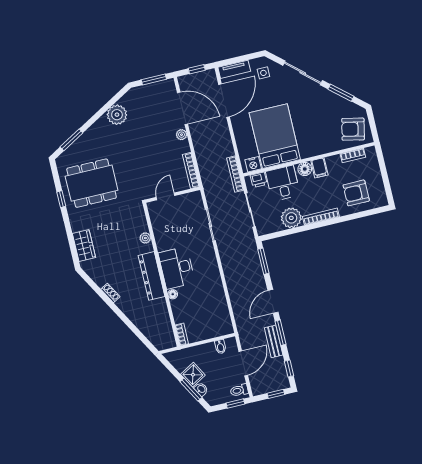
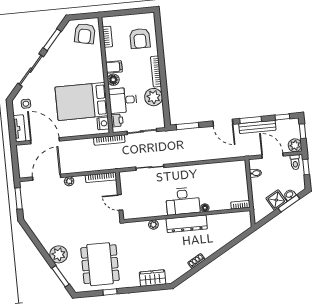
window: (197, 69) -> (15, 160), removed
plant: (117, 115) -> (59, 254), moved
bench: (274, 341) -> (257, 127), width x1.36
plant: (258, 387) -> (295, 145), added

